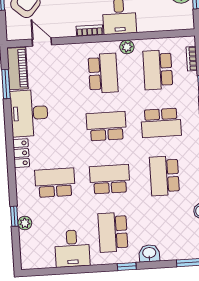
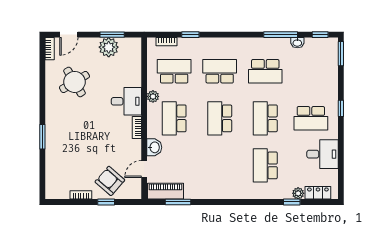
school desk: (158, 70) -> (174, 71), turned 180
school desk: (103, 73) -> (174, 118), turned -90
desk: (29, 113) -> (204, 184), removed
school desk: (161, 123) -> (220, 71), turned -90
locker: (21, 153) -> (318, 193), moved
washbasin: (149, 253) -> (154, 147), moved, turned 180

